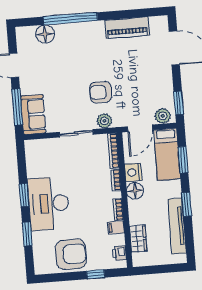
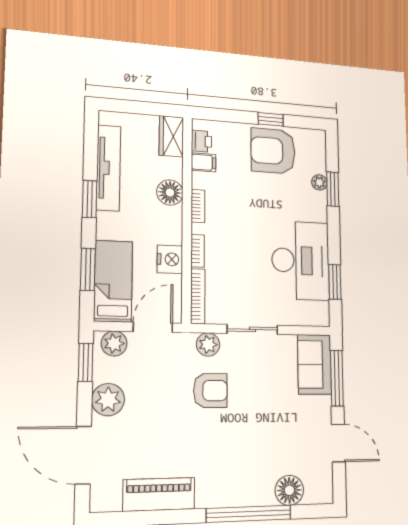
plant: (163, 82) -> (108, 400), added
floor lamp: (135, 191) -> (170, 192), moved
window: (24, 195) -> (335, 282), moved
desk: (49, 204) -> (301, 261), moved
filing cabinet: (116, 228) -> (204, 162), moved
plant: (37, 237) -> (319, 182), added
wardrobe: (138, 239) -> (171, 136), moved
window: (96, 274) -> (271, 119), moved

